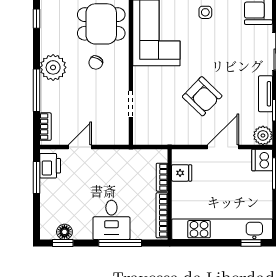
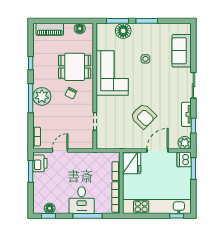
window: (37, 90) -> (31, 98), moved
fridge: (182, 173) -> (132, 163), width x1.88, depth x1.34

